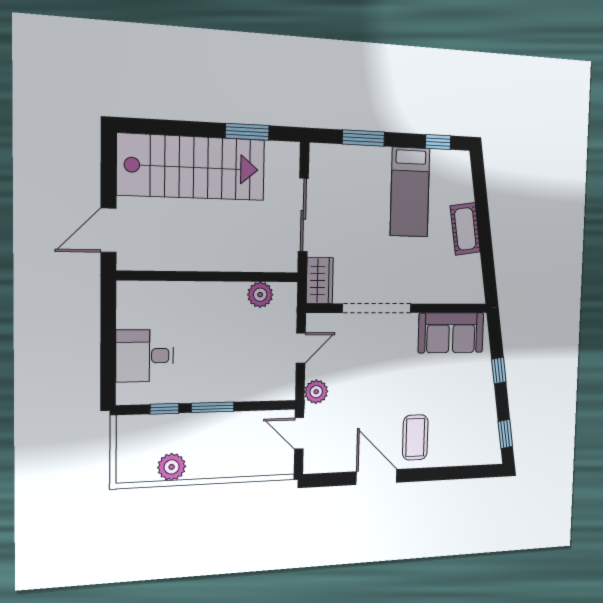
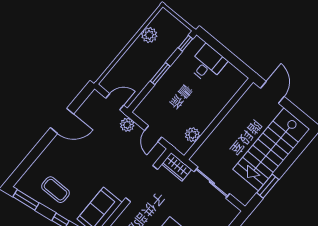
window: (164, 409) -> (185, 43), moved
window: (505, 434) -> (26, 200), width x1.50
coffee table: (415, 437) -> (55, 190), moved

